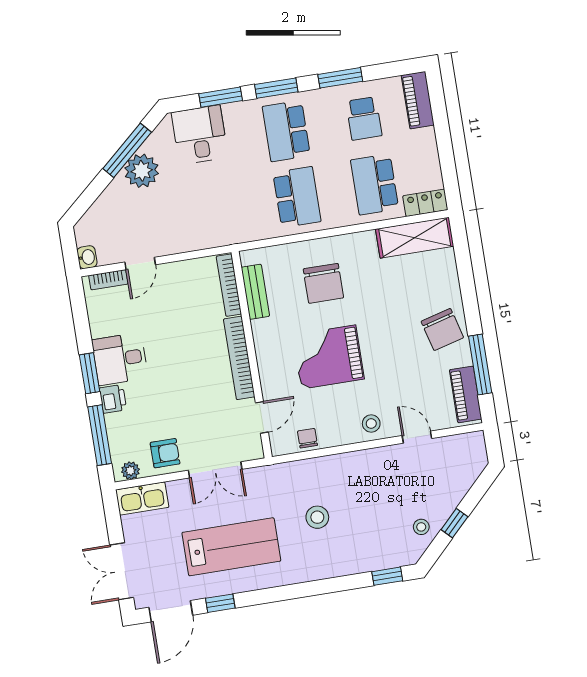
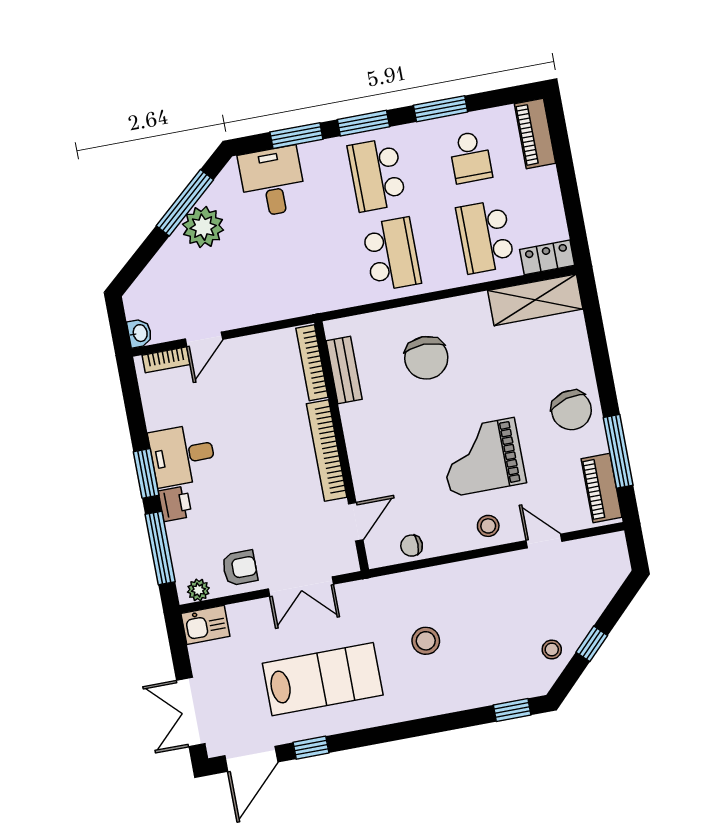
grand piano: (328, 357) -> (482, 457), moved
chair: (307, 438) -> (412, 546), turned -90
kitchen sink: (142, 498) -> (205, 625), width x0.73

